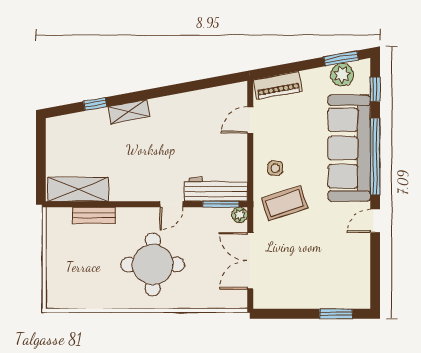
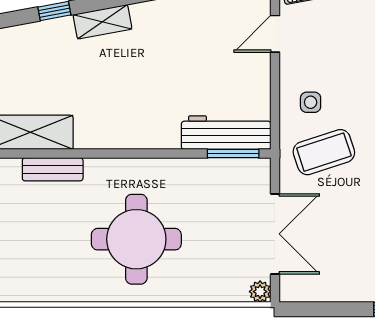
door: (171, 204) -> (163, 154), removed
plant: (240, 215) -> (260, 292), moved
double door: (250, 261) -> (275, 234), swing flipped

